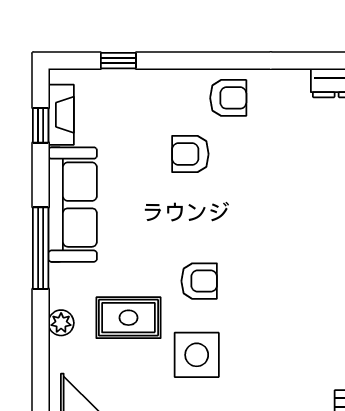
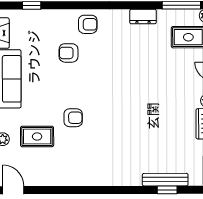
side table: (197, 355) -> (72, 155), removed

